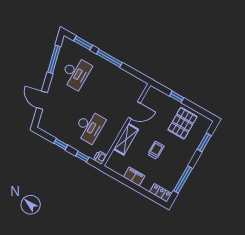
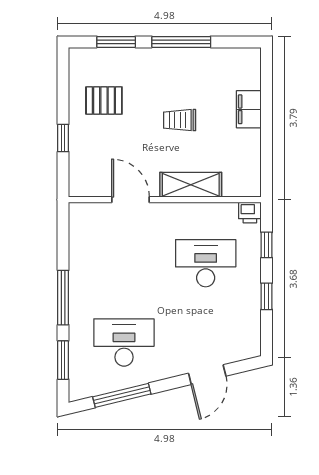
pallet: (182, 123) -> (104, 101), width x0.67, depth x0.71
filing cabinet: (134, 176) -> (249, 109), moved
window: (183, 179) -> (181, 42), moved
locker: (161, 193) -> (251, 68), removed

